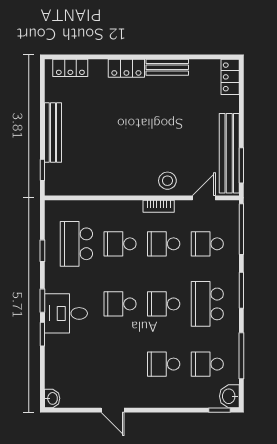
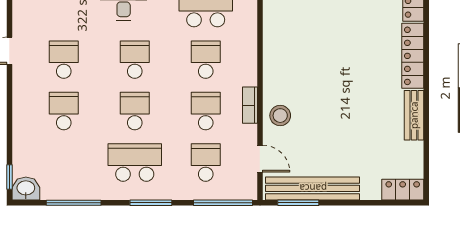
locker: (126, 68) -> (413, 56), width x1.53
school desk: (207, 364) -> (64, 60), moved

